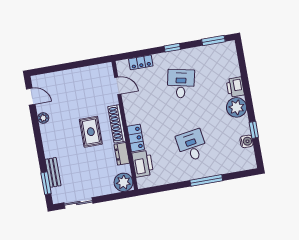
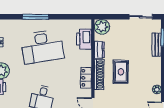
locker: (136, 138) -> (86, 78), moved
desk: (192, 146) -> (42, 47), width x1.87, depth x1.30

